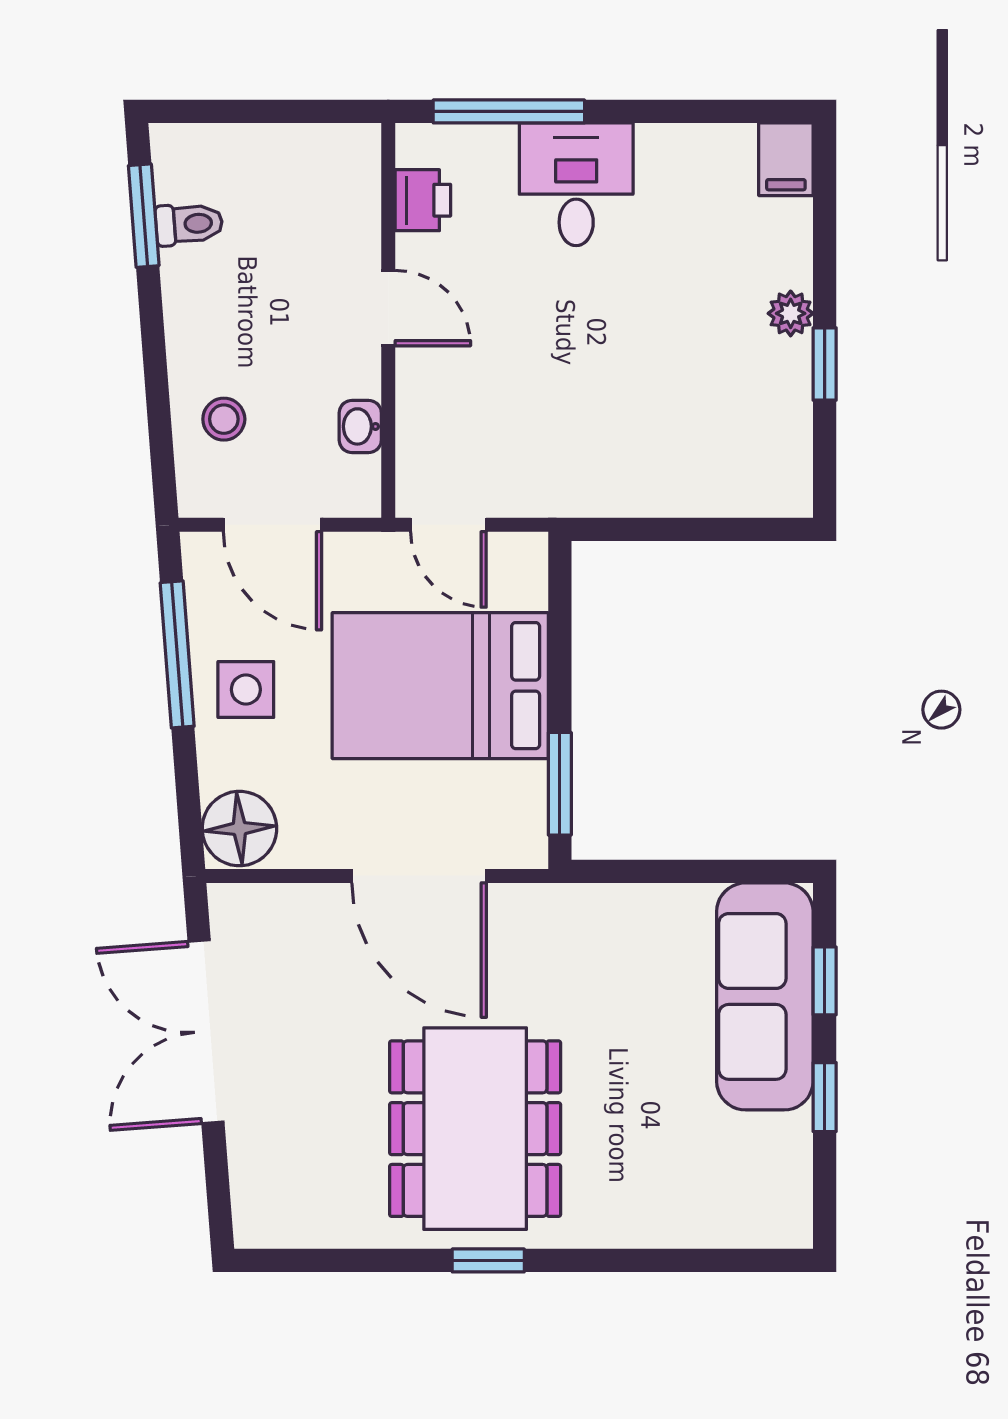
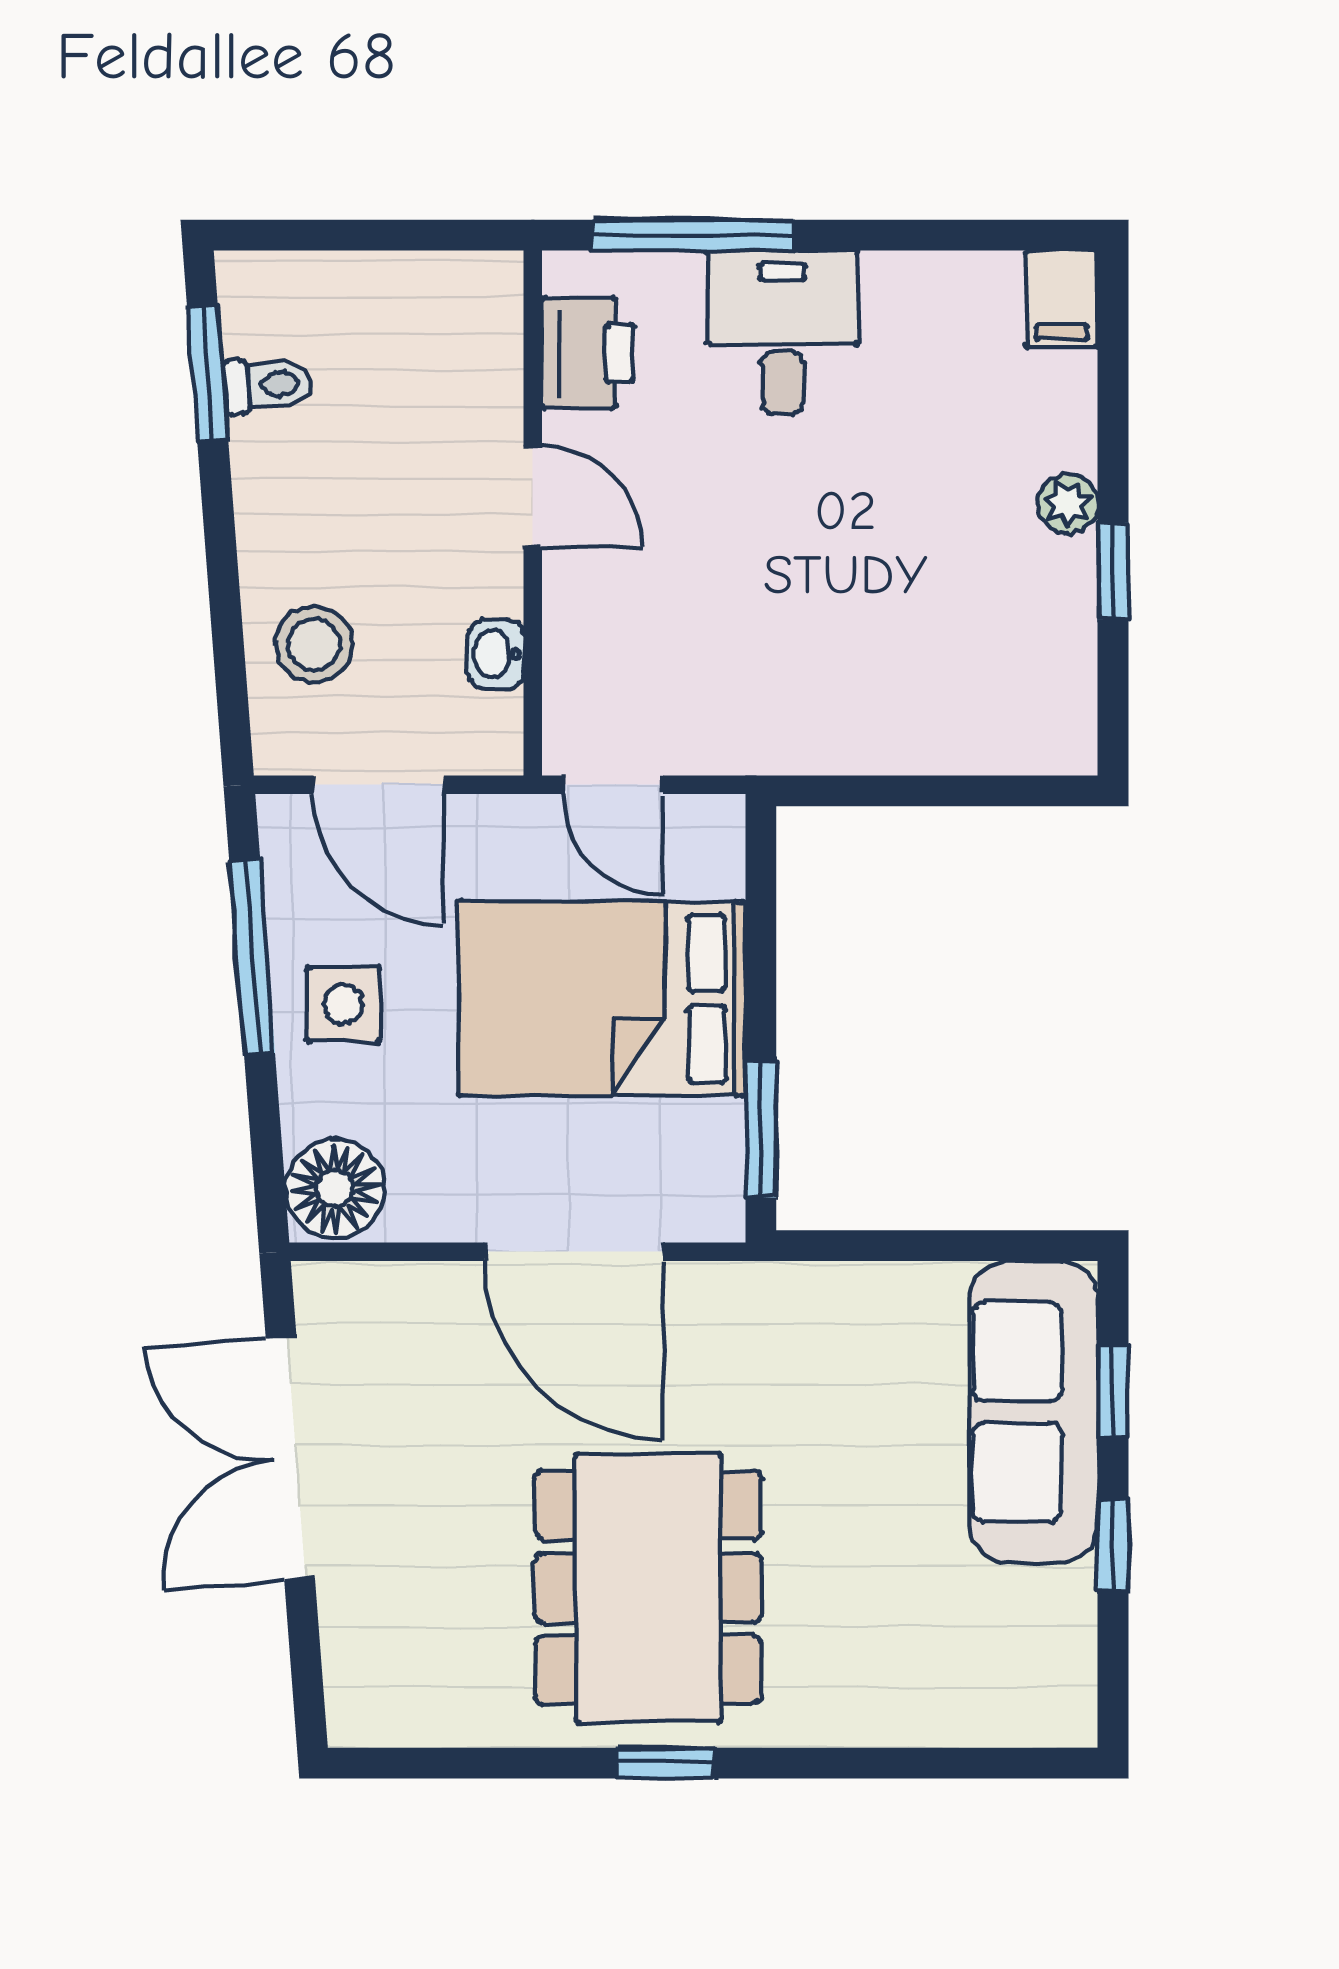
printer: (423, 200) -> (588, 353), width x1.36, depth x1.24
stool: (224, 419) -> (314, 644), width x1.37, depth x1.37

